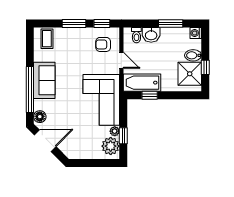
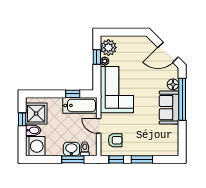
window: (171, 24) -> (73, 159), moved
washing machine: (196, 33) -> (35, 146), width x1.89, depth x1.89
coffee table: (47, 39) -> (166, 145), removed
floor lamp: (40, 117) -> (173, 84), moved

